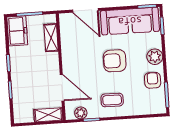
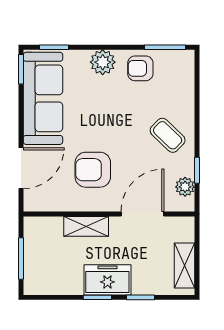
freezer: (17, 31) -> (107, 280), moved
shelving: (51, 38) -> (86, 226), moved
armchair: (115, 61) -> (93, 170), moved, turned 90
coffee table: (112, 100) -> (168, 135), turned -46
shelving: (48, 115) -> (184, 266), moved

